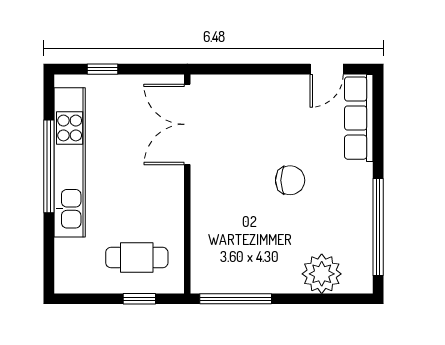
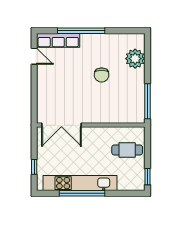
chair: (290, 180) -> (102, 75), moved, turned 180
window: (378, 227) -> (81, 31), moved
cafe table: (137, 258) -> (127, 150), turned 90
window: (139, 299) -> (147, 177), moved

